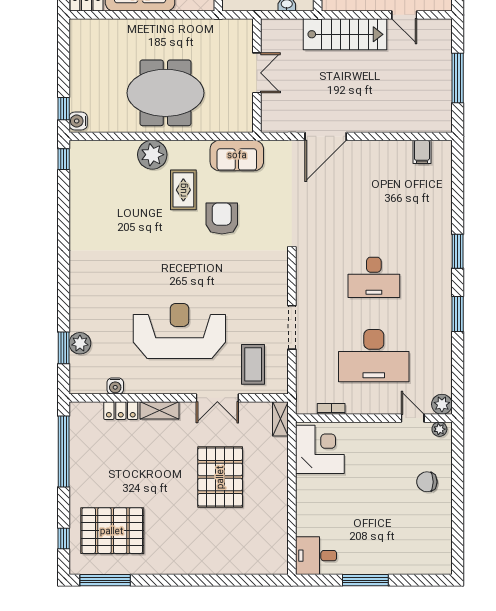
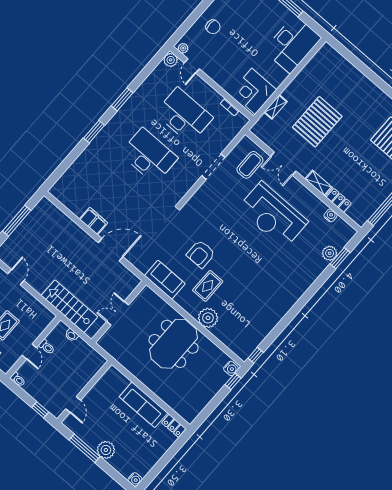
stairs: (345, 34) -> (69, 306), moved
meeting table: (165, 93) -> (174, 344), turned 90
filing cabinet: (422, 152) -> (94, 221), moved, width x2.00
desk: (374, 277) -> (149, 156), width x1.36, depth x1.30
double door: (217, 398) -> (283, 164), swing flipped
shelving: (280, 419) -> (276, 107), moved
desk: (316, 556) -> (293, 44), width x1.87, depth x1.30

